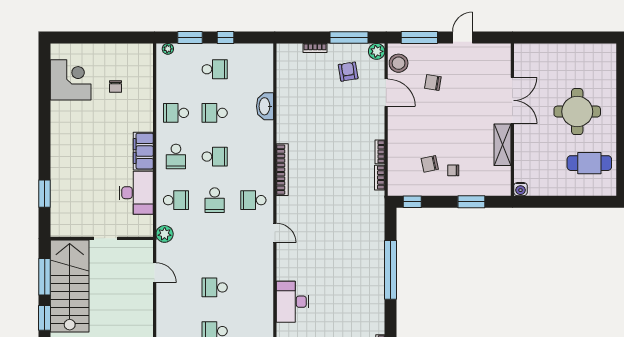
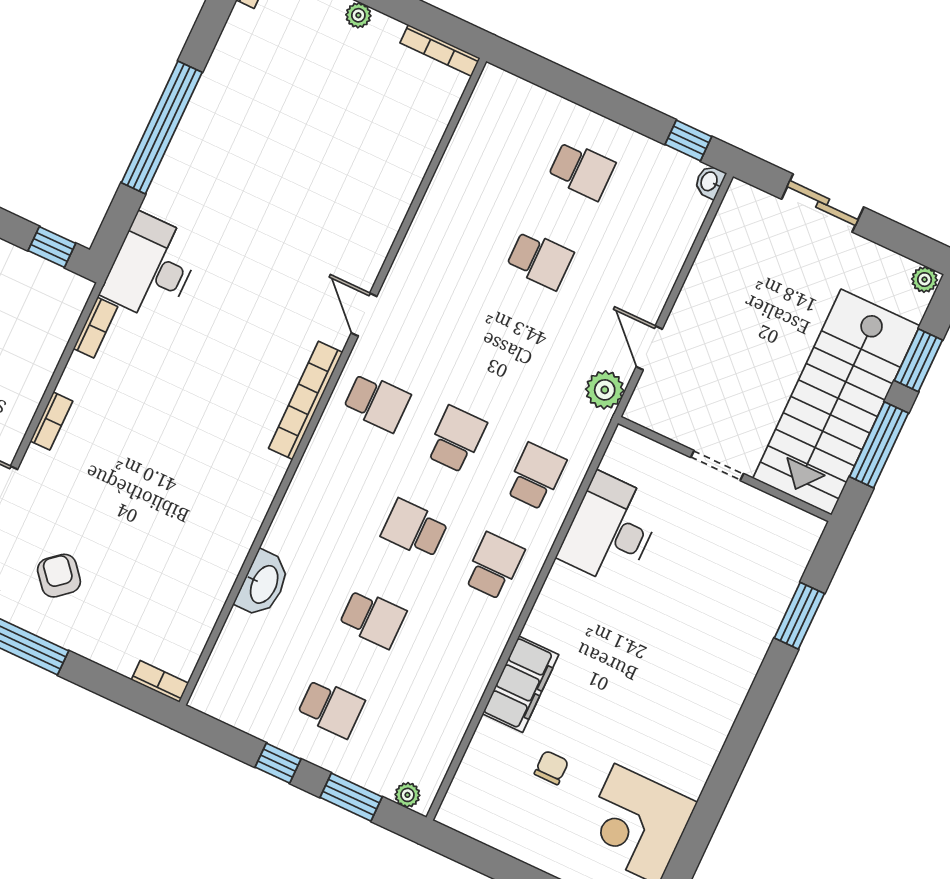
bookcase: (315, 48) -> (160, 681), moved
school desk: (215, 69) -> (331, 708), turned 180
armchair: (348, 72) -> (59, 576), turned 149
school desk: (176, 113) -> (452, 656), removed
filing cabinet: (143, 151) -> (521, 684), moved
bookcase: (380, 152) -> (51, 421), moved
bookcase: (282, 170) -> (306, 400), moved
school desk: (176, 200) -> (536, 476), turned 90
plant: (165, 234) -> (605, 390), moved
desk: (292, 302) -> (151, 268), moved, turned 180

